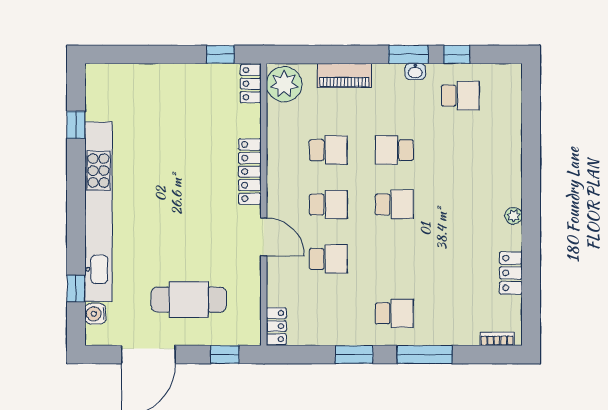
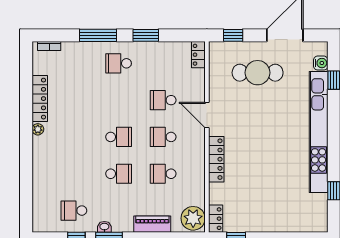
school desk: (394, 204) -> (119, 137), turned 180
locker: (511, 273) -> (40, 99), width x1.53

